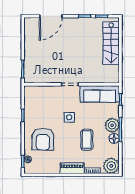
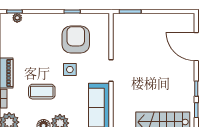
armchair: (43, 139) -> (76, 40), moved, turned 90

